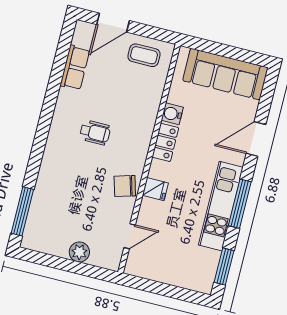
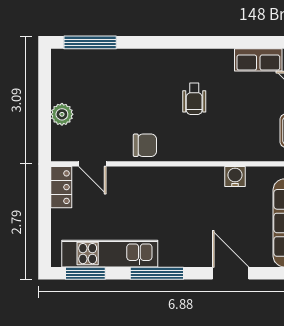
locker: (165, 142) -> (61, 187), moved, turned -90
chair: (125, 186) -> (145, 145), turned 106
fridge: (155, 189) -> (150, 179), removed
kitchen unit: (221, 206) -> (110, 254), moved

